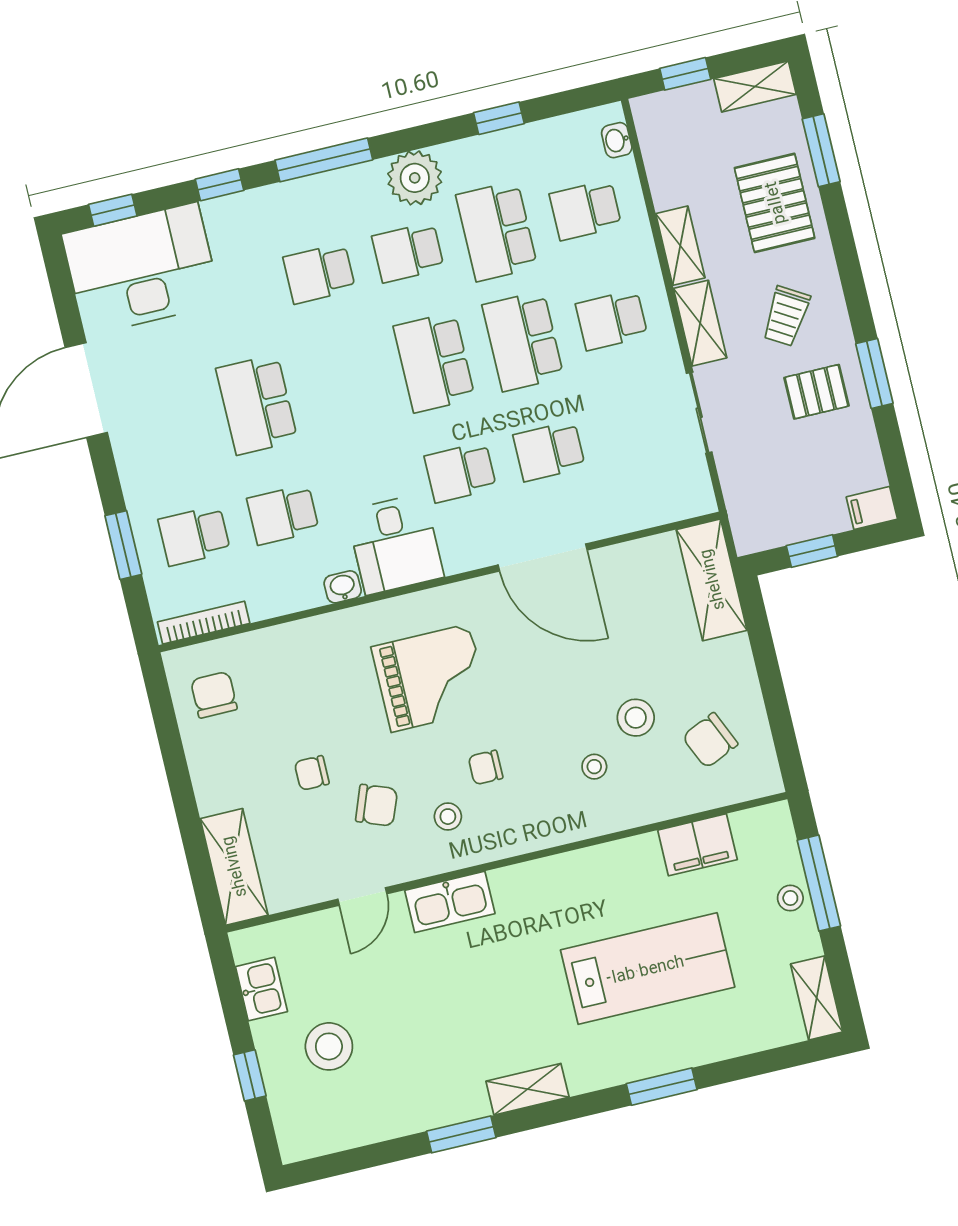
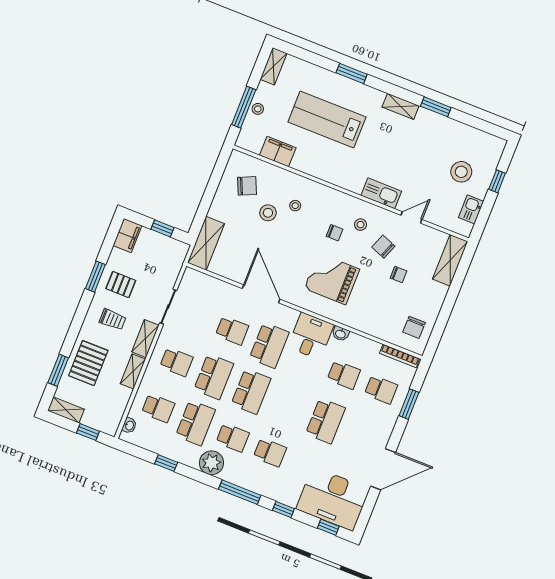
trolley: (786, 316) -> (113, 319), turned 59
school desk: (460, 472) -> (269, 345), width x1.85
filing cabinet: (872, 508) -> (127, 236), width x2.00

